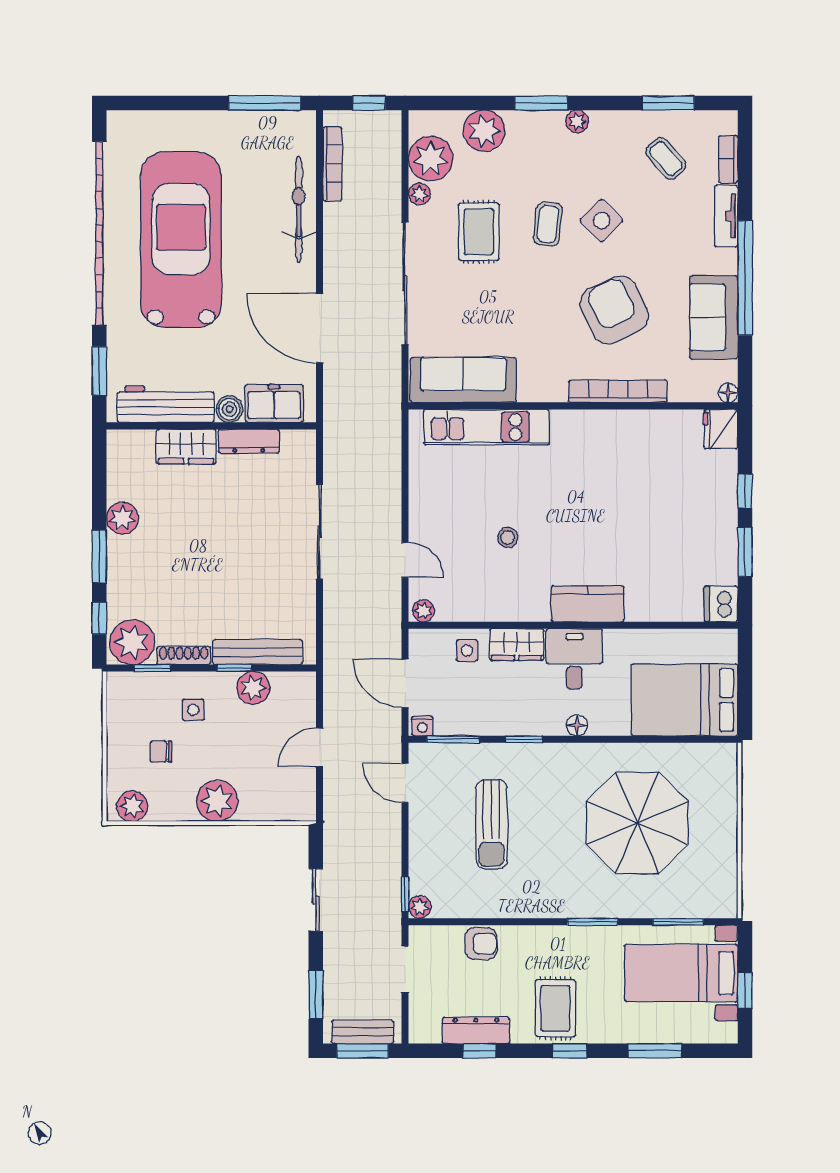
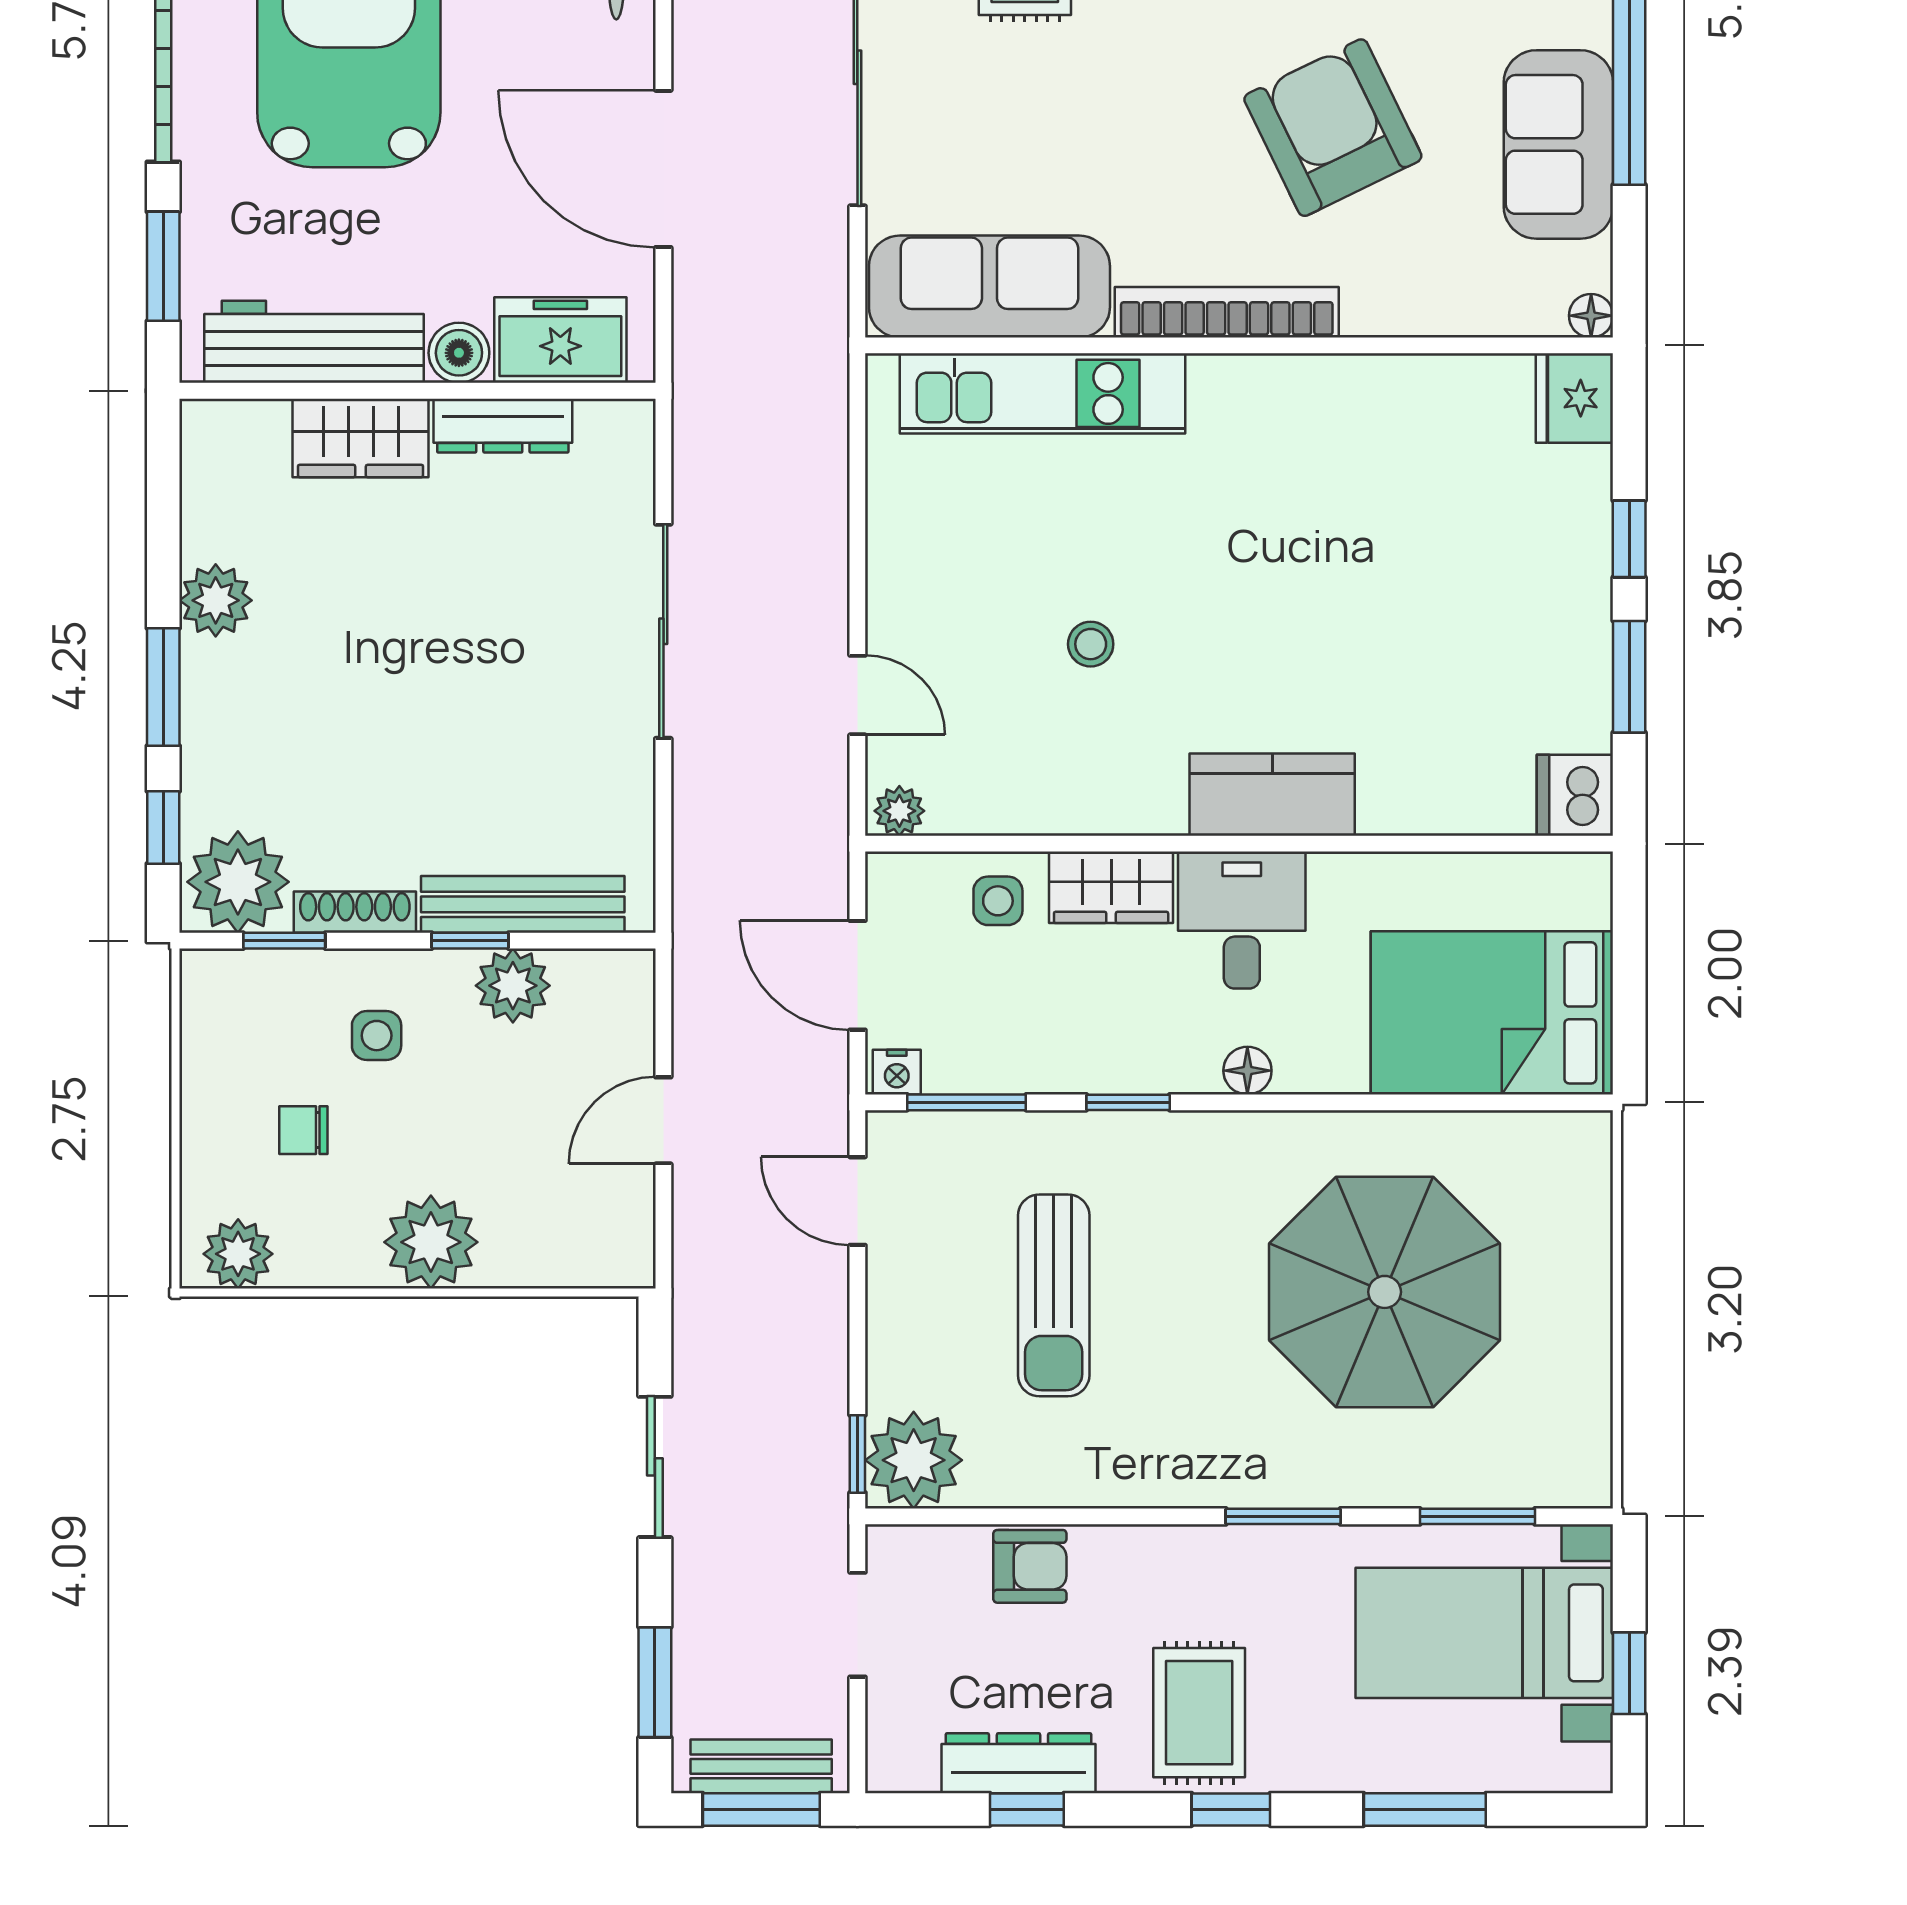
bookcase: (618, 391) -> (1227, 312), moved
plant: (420, 907) -> (914, 1460), width x1.87, depth x1.87

